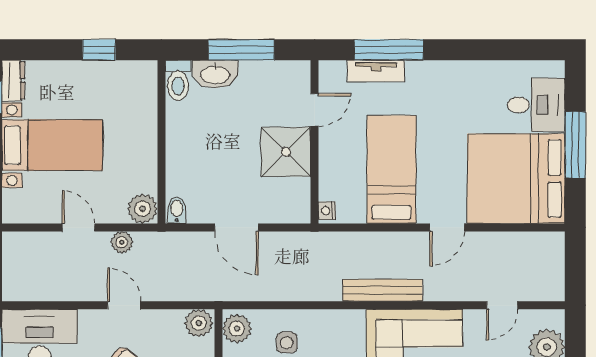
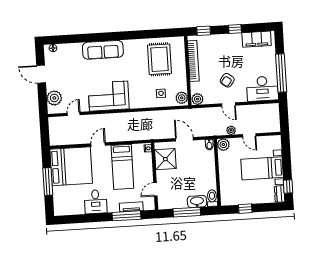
desk: (536, 105) -> (96, 202), moved, turned -90
shower: (286, 152) -> (165, 159), moved
bench: (383, 290) -> (123, 117), removed

